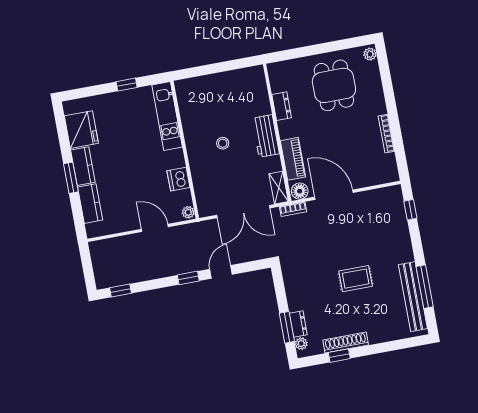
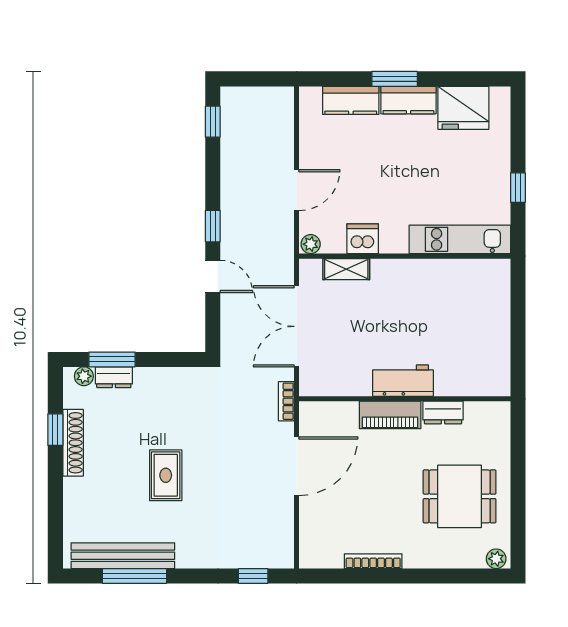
stool: (223, 143) -> (404, 315), removed
piano: (293, 159) -> (390, 415), moved
shelving: (279, 188) -> (346, 269), moved
floor lamp: (300, 191) -> (311, 416), removed

